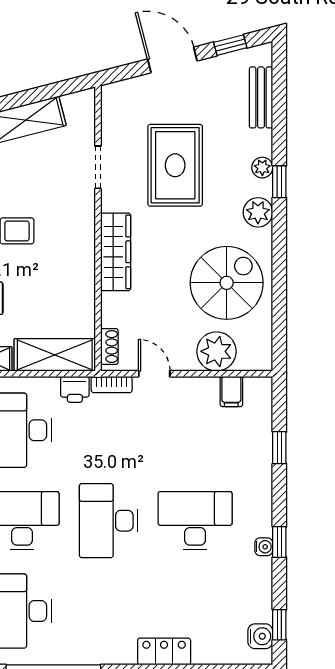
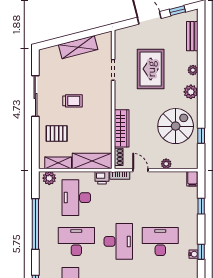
window: (279, 182) -> (201, 136), moved
wardrobe: (116, 252) -> (122, 128), moved
plant: (216, 351) -> (166, 164), width x0.53, depth x0.53
filing cabinet: (231, 391) -> (192, 179), moved
desk: (109, 521) -> (118, 241), turned 180

